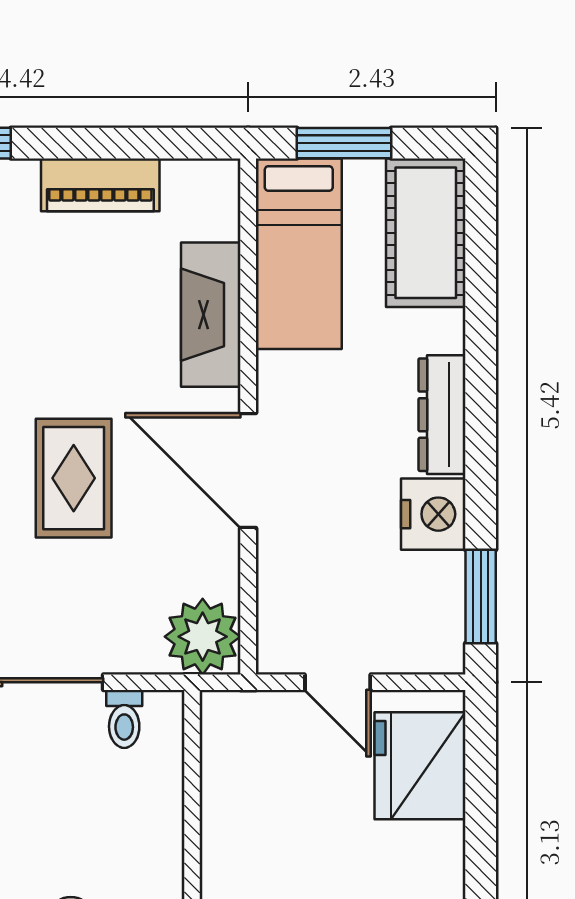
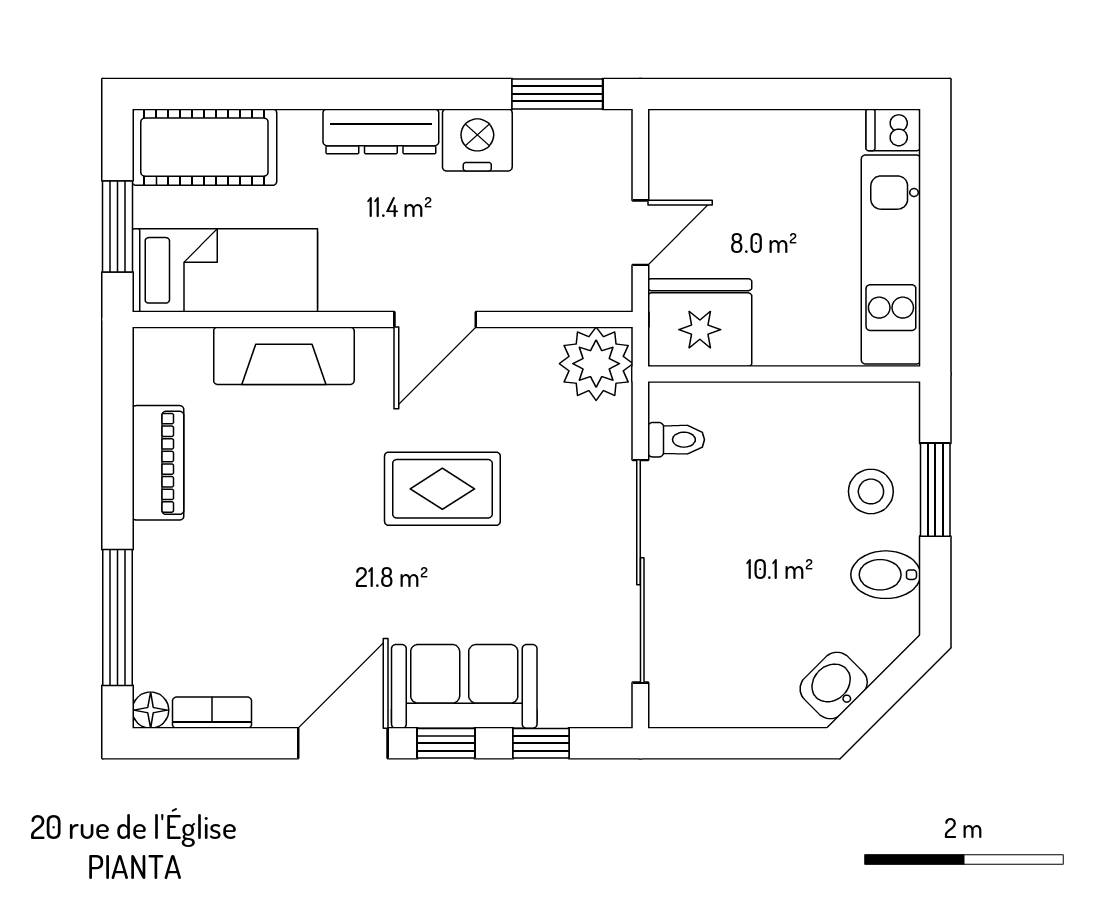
door: (248, 471) -> (435, 319), width x0.73
fridge: (420, 766) -> (700, 323), moved, turned 180

